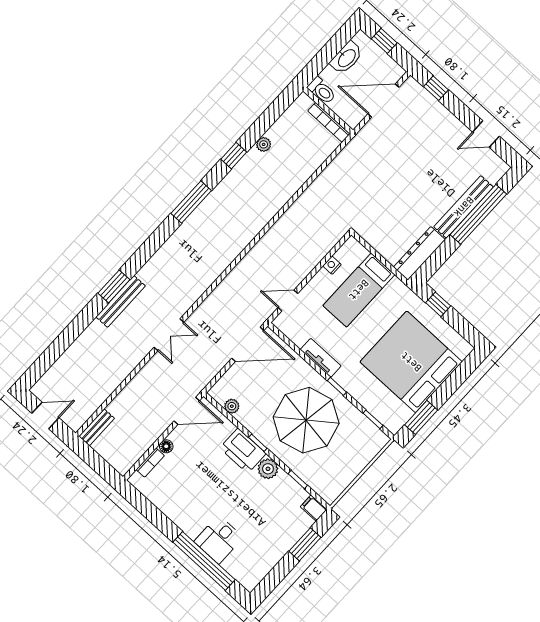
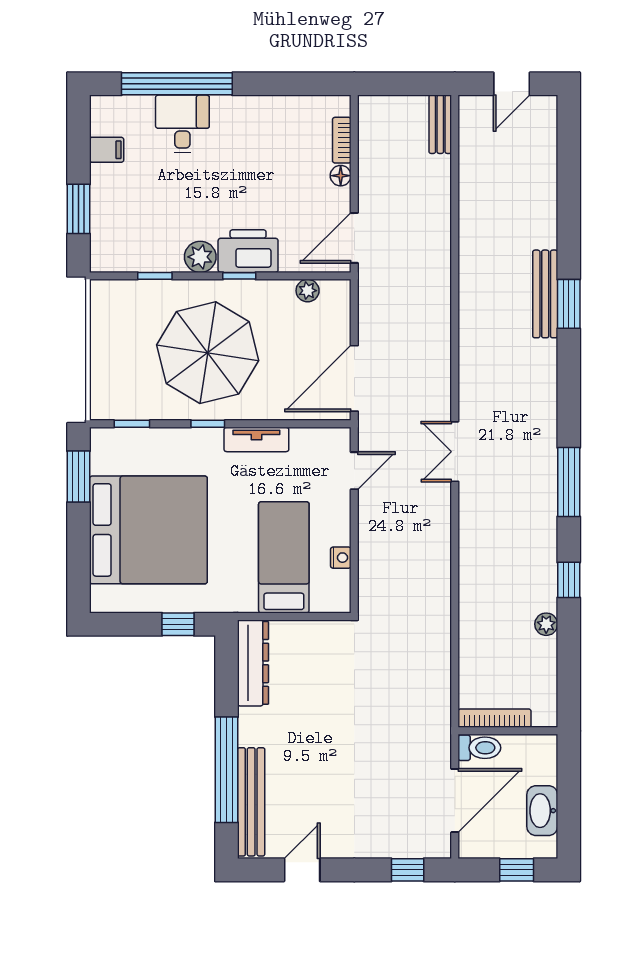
toilet: (322, 91) -> (479, 748), moved, turned 180
bench: (464, 207) -> (251, 802), moved
double door: (169, 335) -> (455, 452), moved
filing cabinet: (314, 508) -> (107, 150), moved

